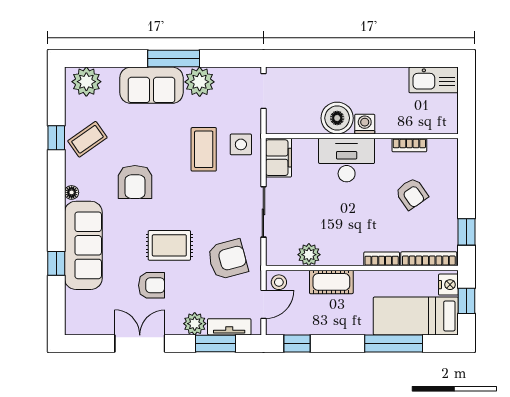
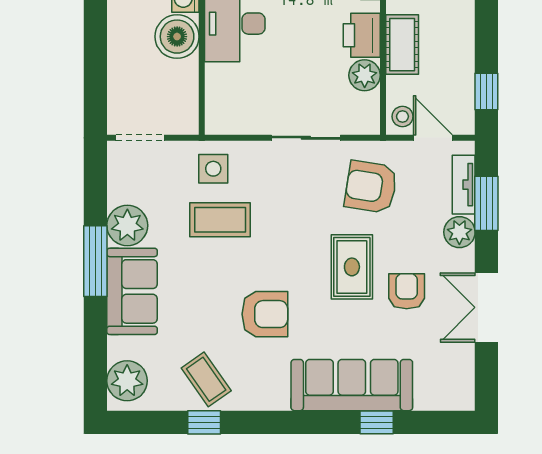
filing cabinet: (279, 158) -> (231, 117), removed
floor lamp: (72, 192) -> (279, 401), removed
printer: (338, 253) -> (362, 35), added
armchair: (228, 259) -> (371, 187), turned -66

